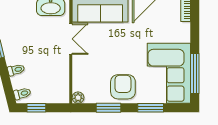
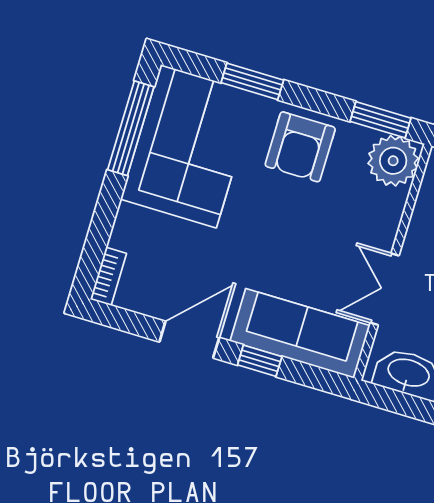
plant: (78, 98) -> (393, 161), width x1.88, depth x1.88
window: (108, 108) -> (381, 120), moved

